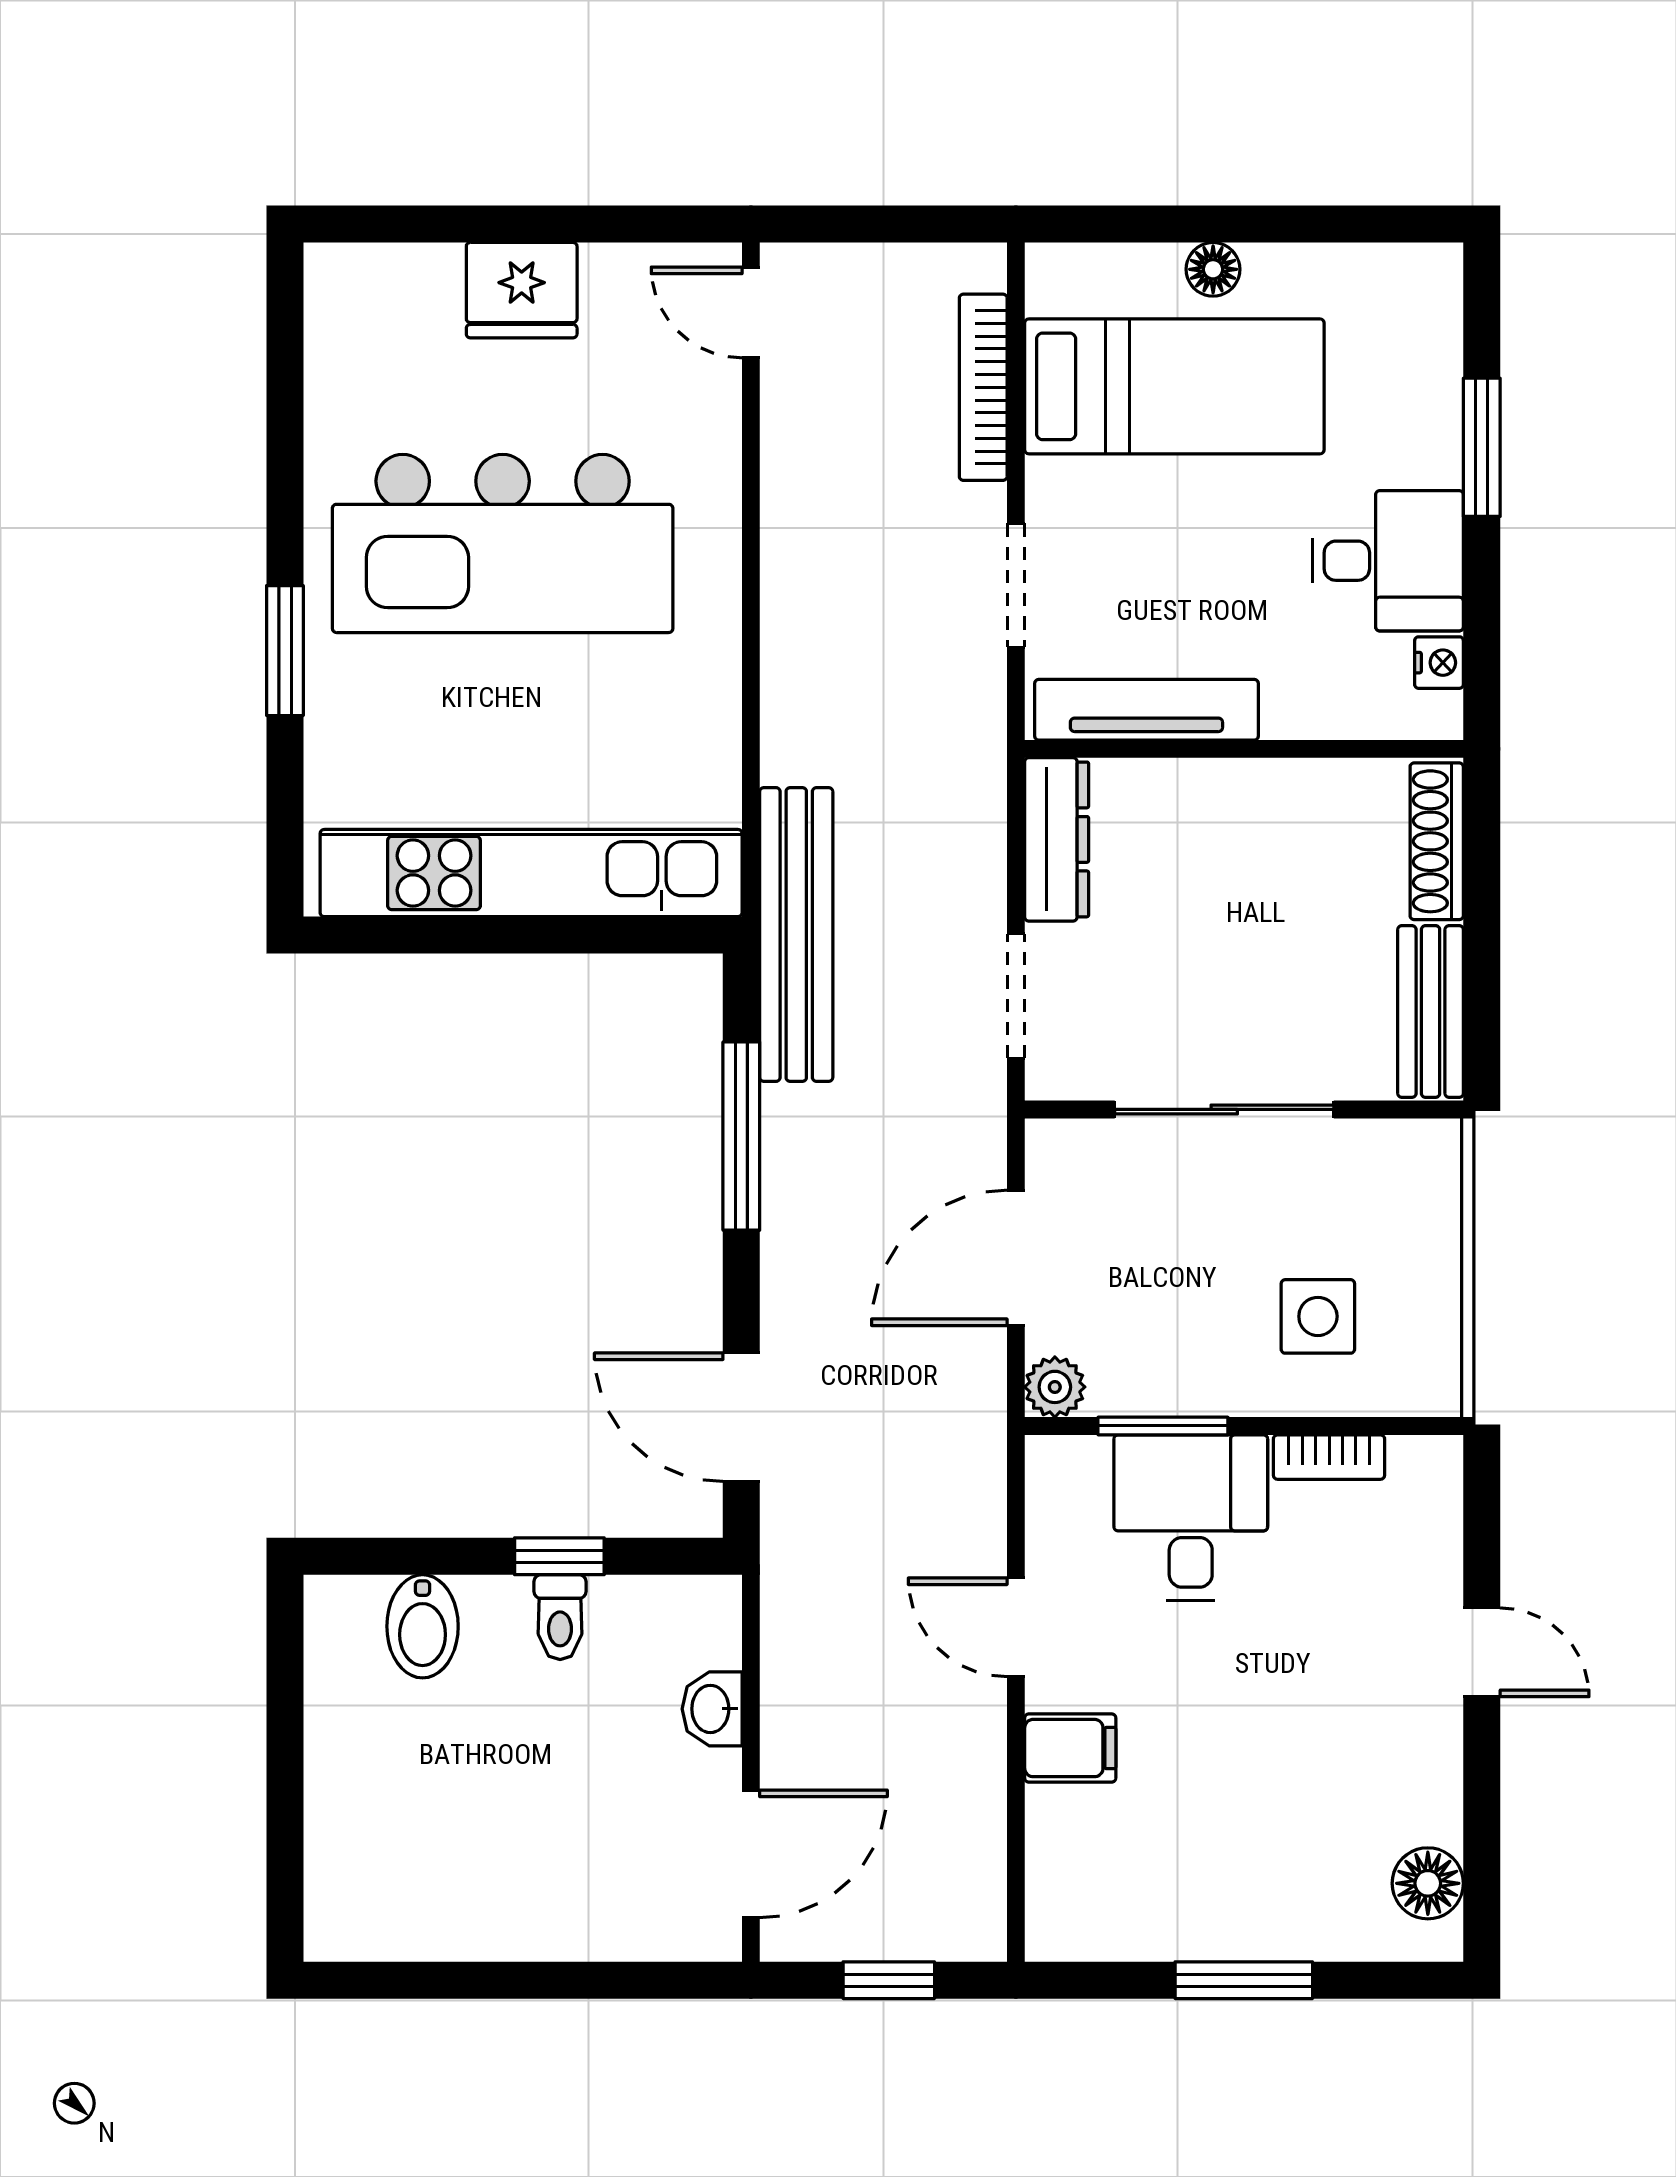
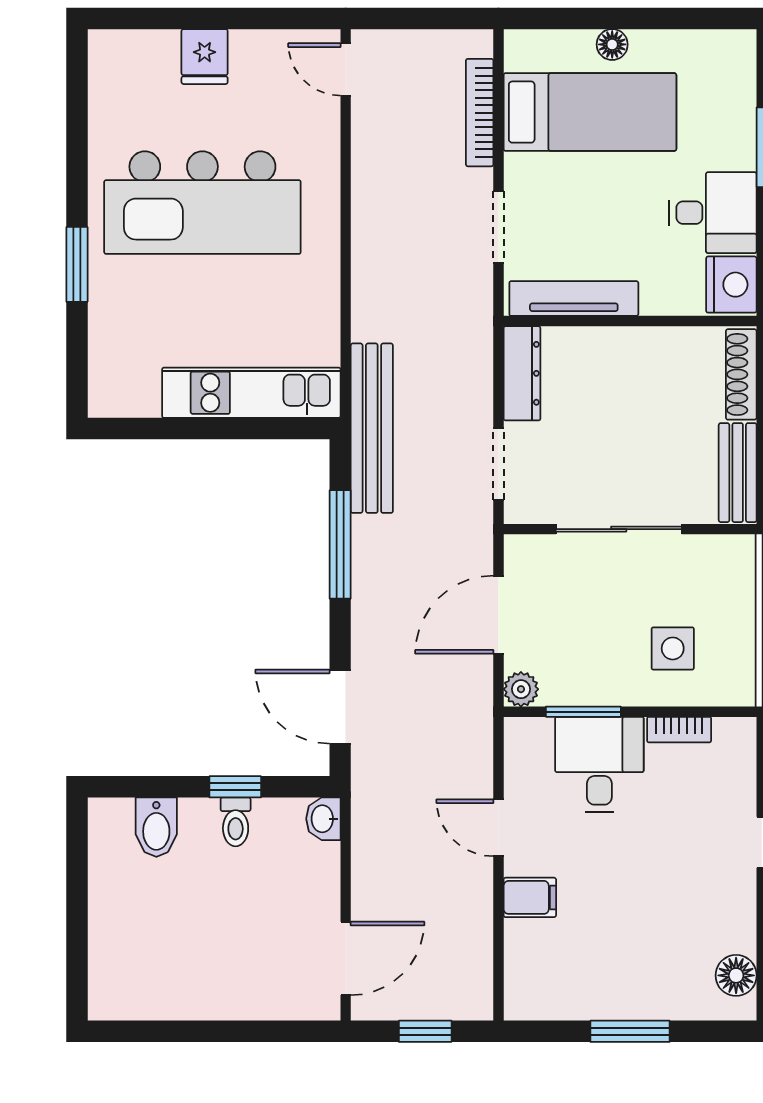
fridge: (522, 290) -> (205, 57), width x0.72
nightstand: (1439, 663) -> (731, 285), width x1.89, depth x1.79
kitchen unit: (531, 873) -> (251, 393), width x0.73
washbasin: (712, 1709) -> (323, 819), moved

